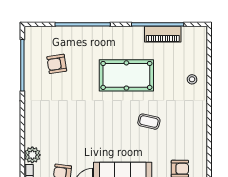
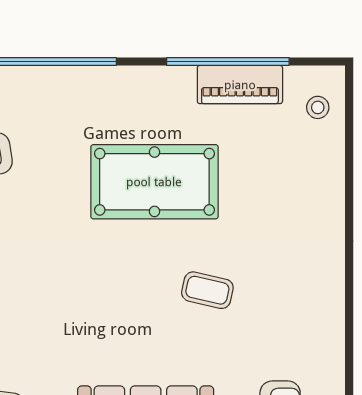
stool: (192, 79) -> (318, 107), moved

